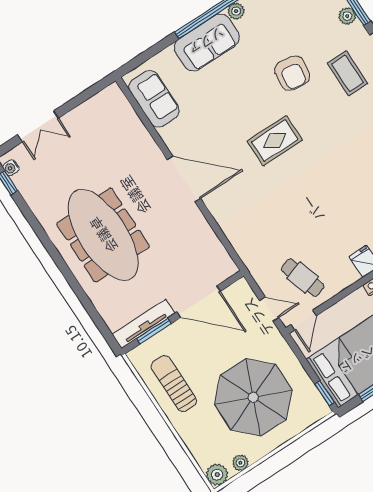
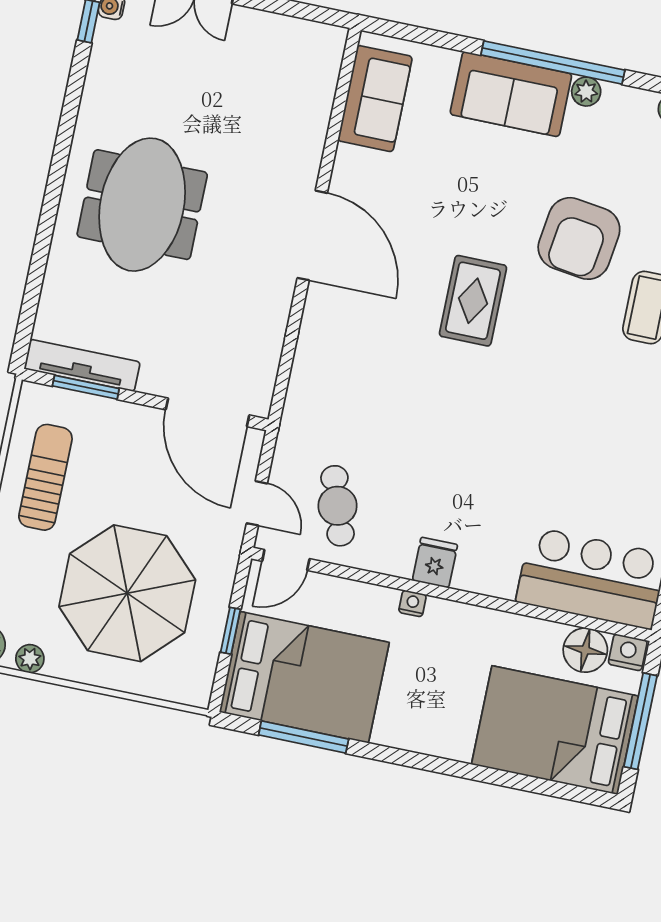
armchair: (292, 73) -> (579, 238), width x1.36, depth x1.36
rug: (275, 141) -> (473, 301), turned 90
meeting table: (103, 235) -> (142, 205), width x0.73
door: (199, 302) -> (207, 412), moved
window: (325, 393) -> (230, 631), moved

